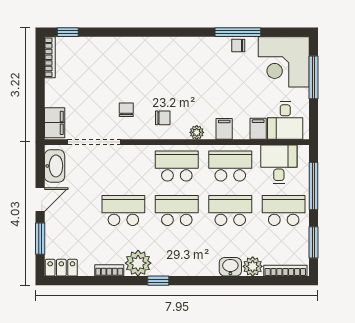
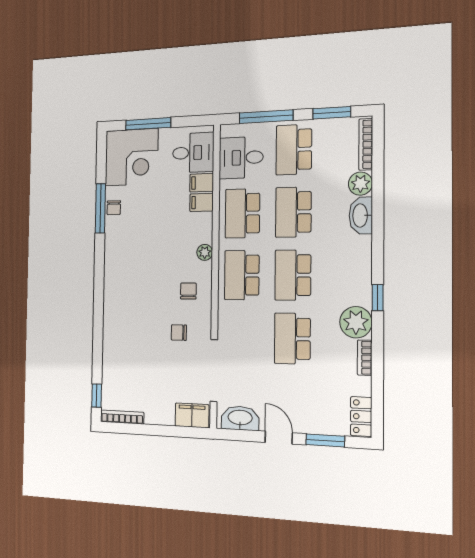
filing cabinet: (224, 129) -> (202, 202), moved
washbasin: (230, 267) -> (361, 215), width x1.38

